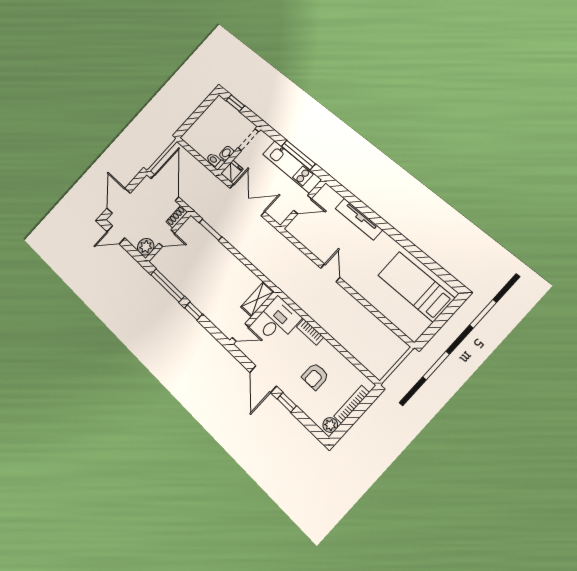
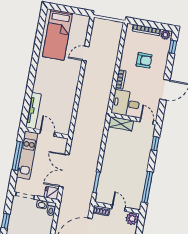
tv unit: (359, 219) -> (33, 111), moved
door: (330, 273) -> (85, 54), moved
window: (193, 311) -> (155, 144), moved
window: (287, 402) -> (173, 47), moved

